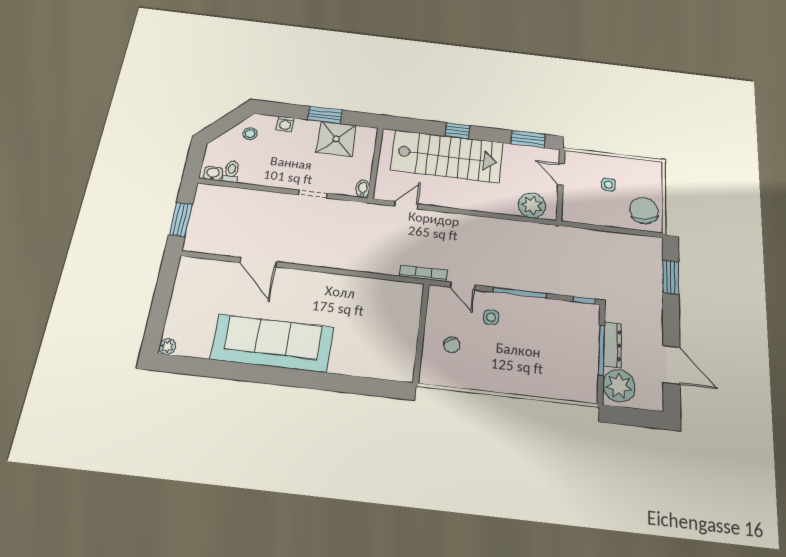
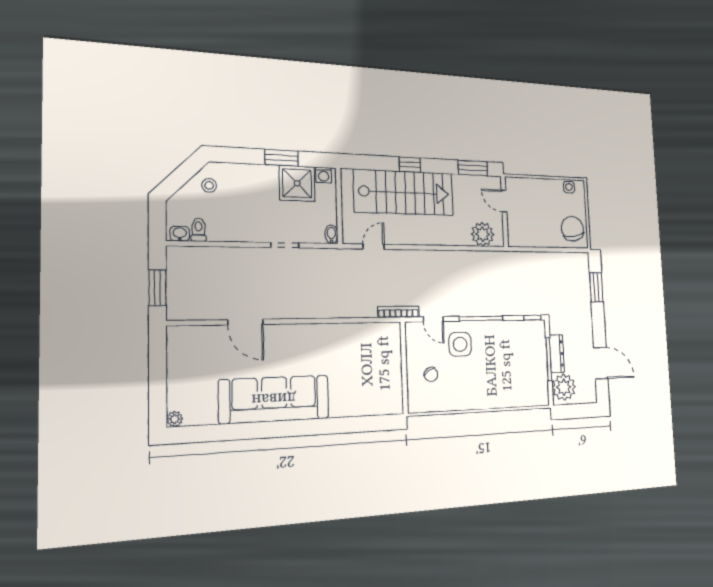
washing machine: (285, 124) -> (324, 175), moved
side table: (608, 185) -> (569, 187), moved
side table: (491, 317) -> (460, 344), width x1.87, depth x1.87

